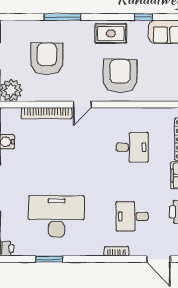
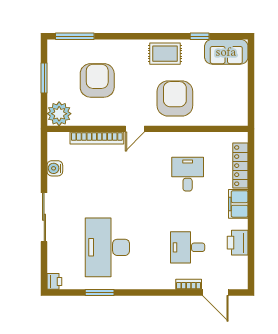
window: (63, 17) -> (75, 36), moved
desk: (132, 147) -> (188, 174), turned -90
desk: (56, 216) -> (107, 247), turned -90
bookcase: (116, 251) -> (189, 284), moved

